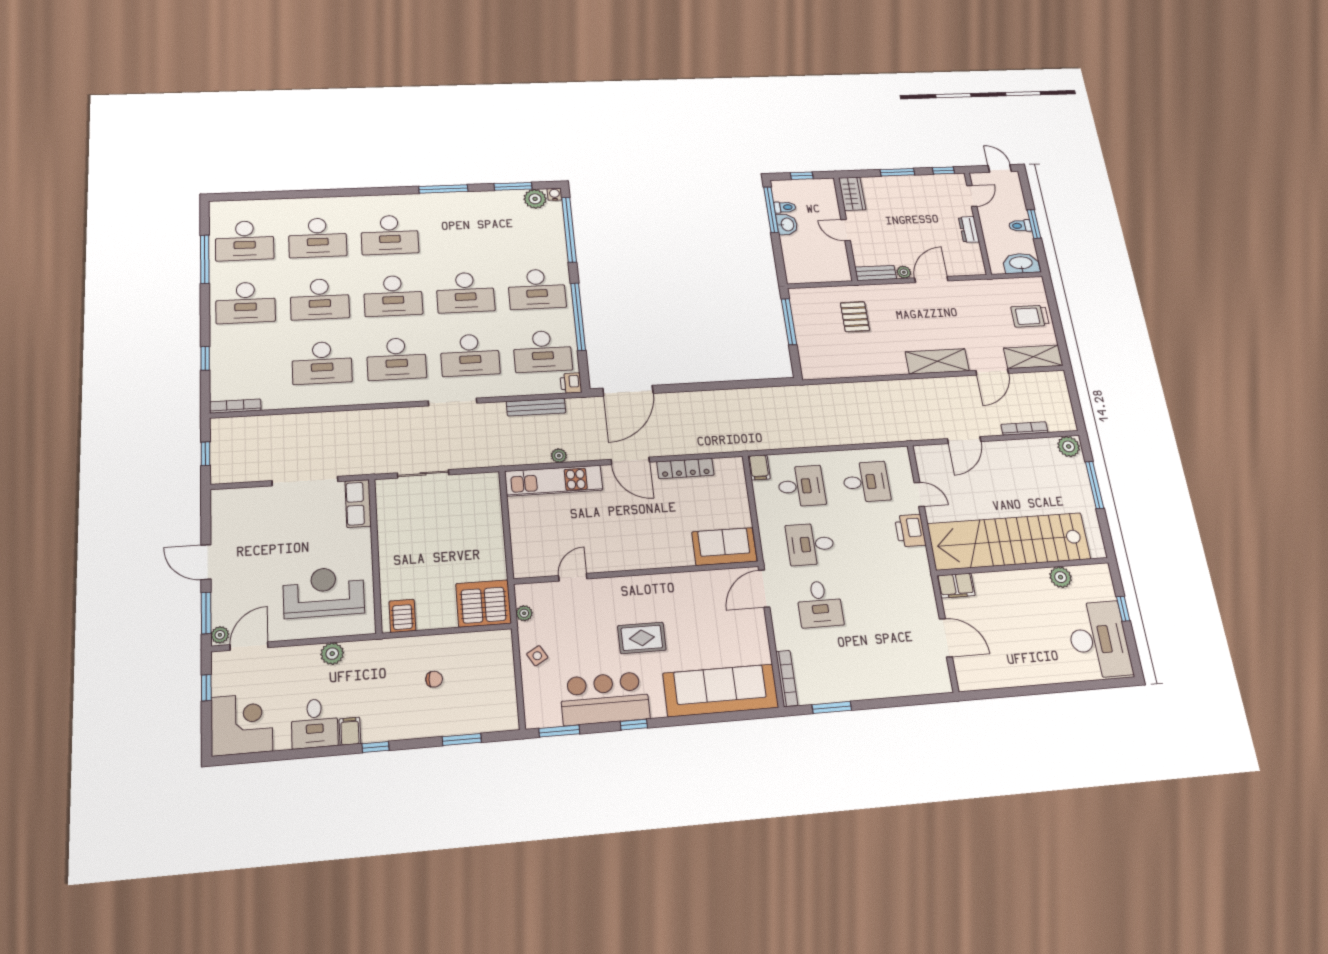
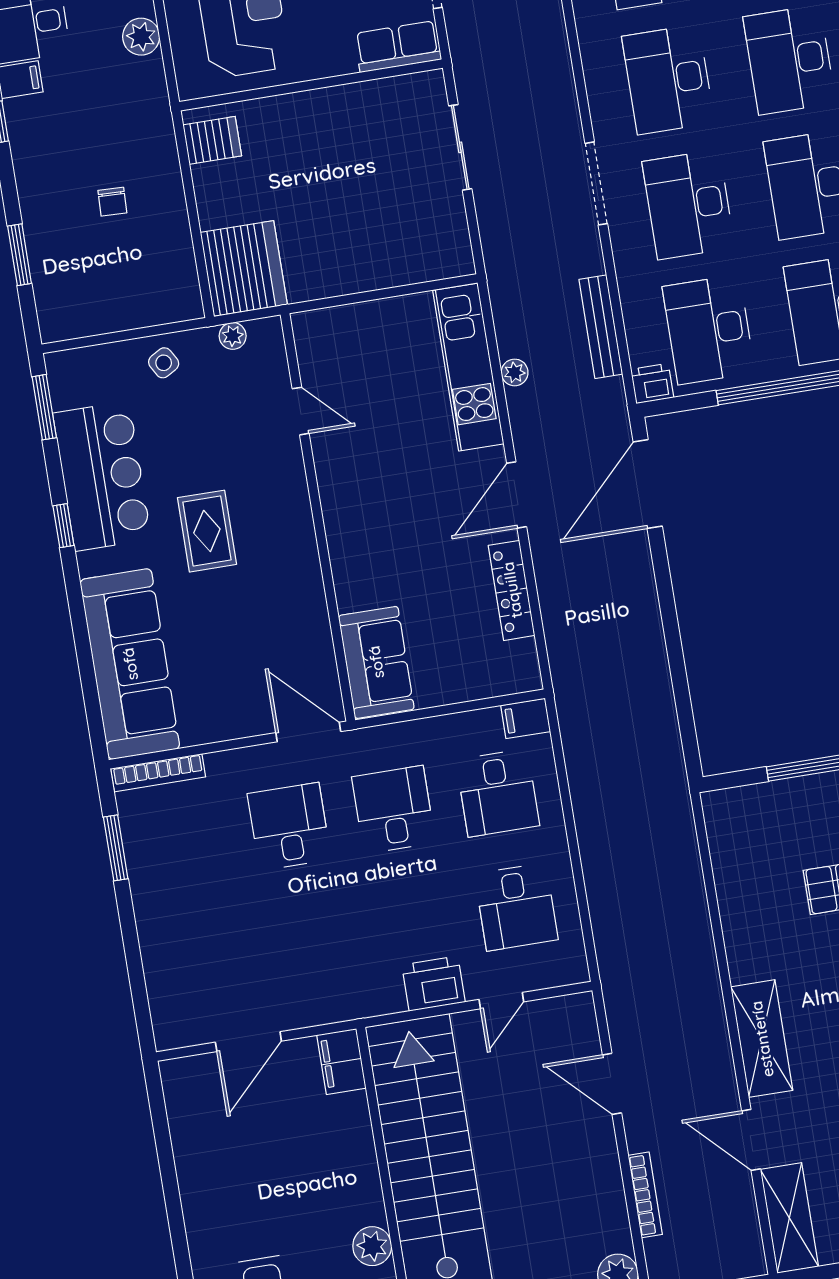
door: (628, 391) -> (648, 484), hinge flipped
desk: (820, 604) -> (289, 827), turned 90

